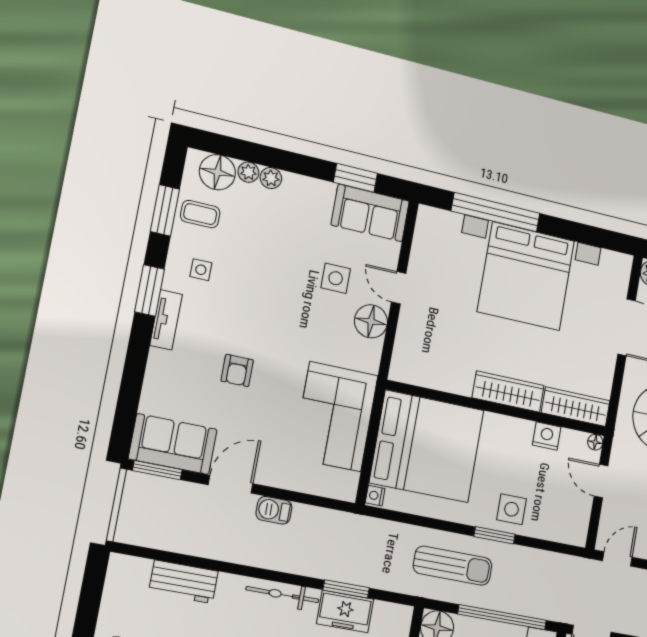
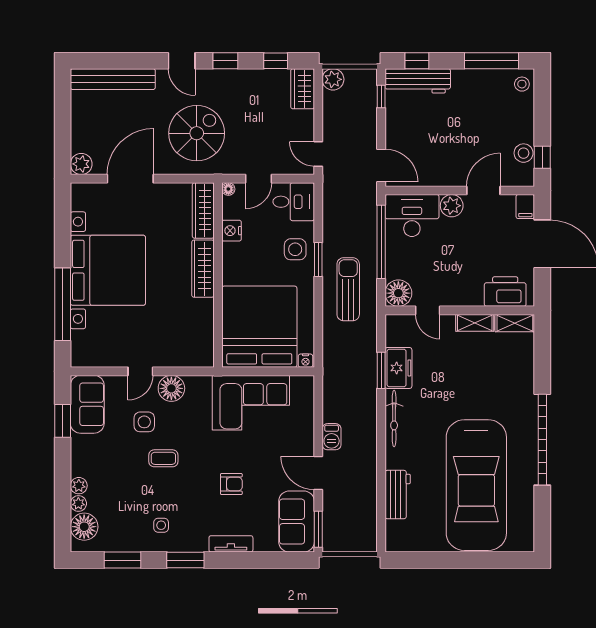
coffee table: (200, 214) -> (163, 458), moved, turned 90
tv unit: (166, 320) -> (231, 544), moved
desk: (567, 518) -> (294, 202), added

